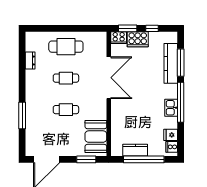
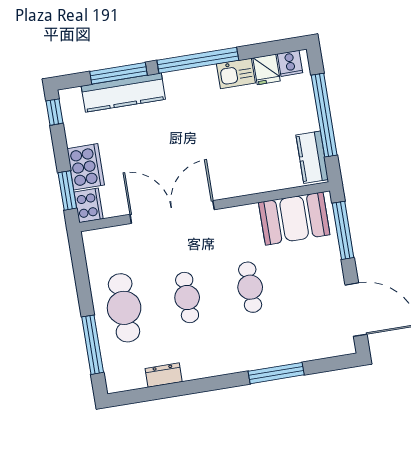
window: (51, 28) -> (93, 345), added
window: (152, 28) -> (54, 112), moved
kitchen sink: (171, 108) -> (236, 73), moved
kitchen counter: (135, 150) -> (312, 157), moved
window: (86, 159) -> (343, 230), width x1.44

